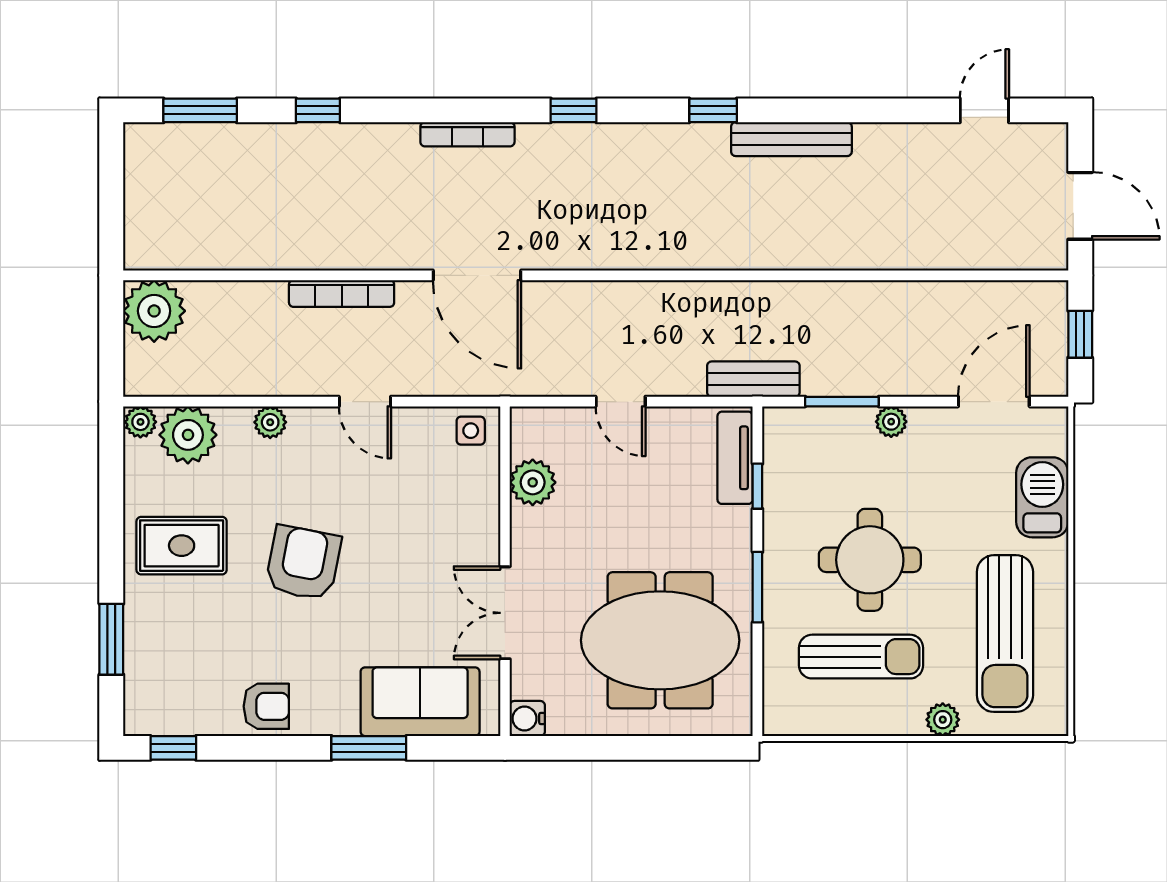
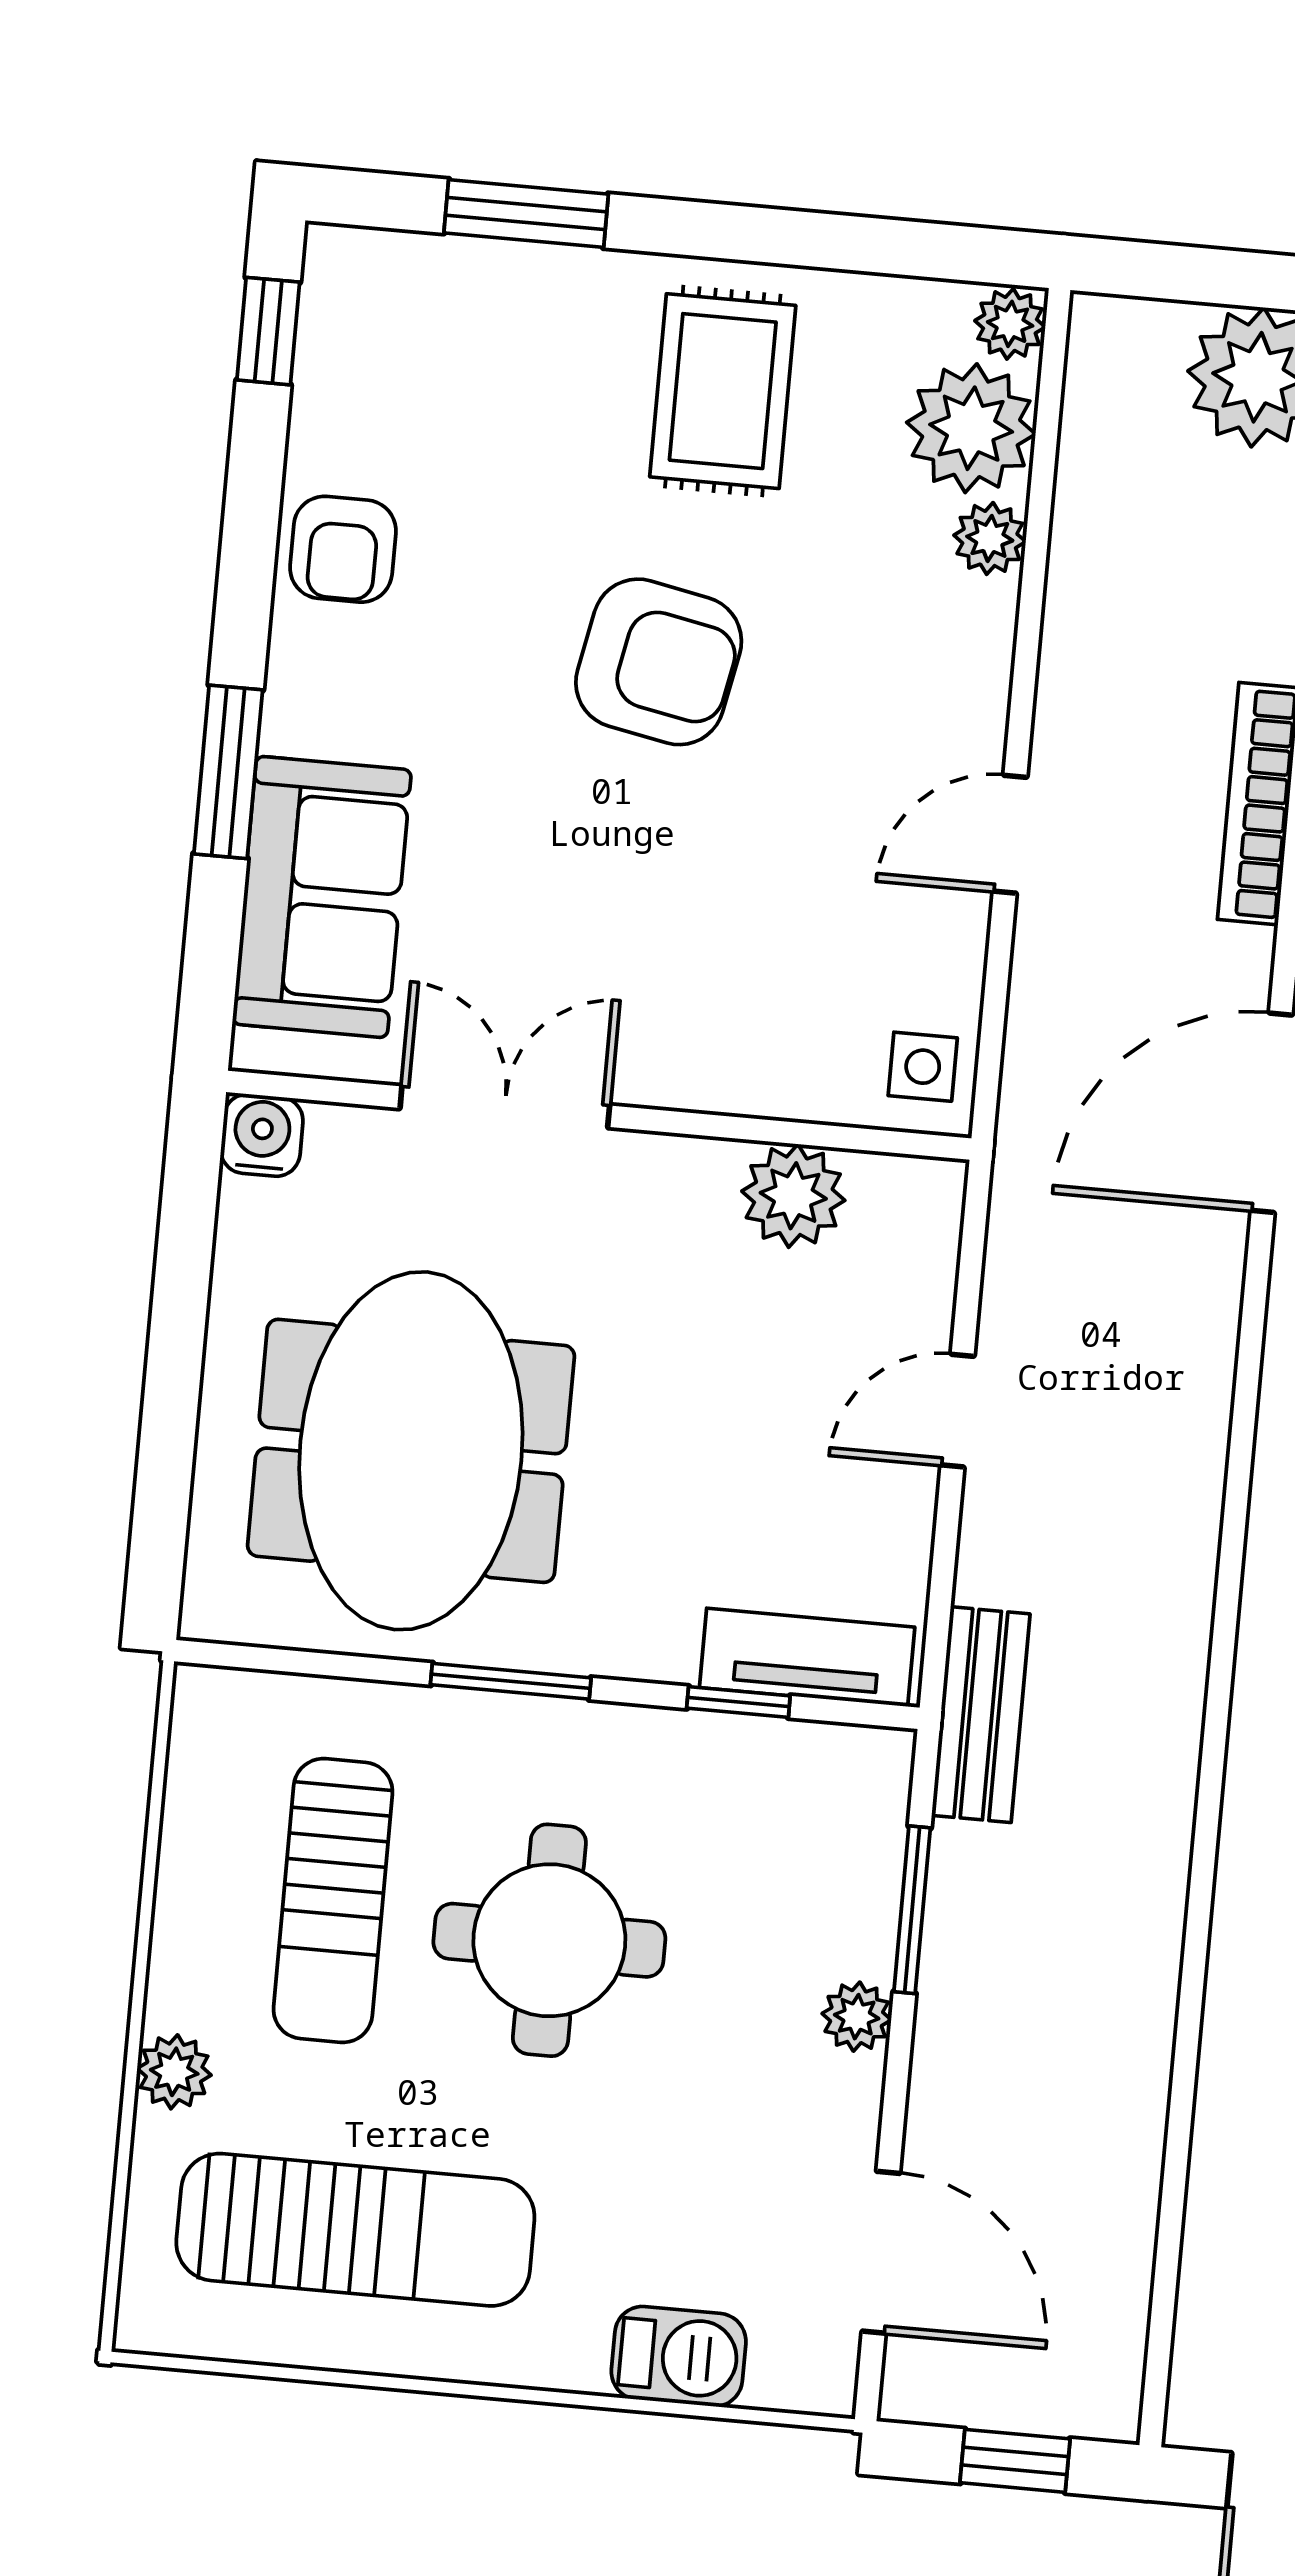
plant: (270, 422) -> (990, 538), moved
barbecue: (1042, 497) -> (679, 2356), width x0.73, depth x0.79
sun lounger: (1005, 634) -> (355, 2230), turned 180

